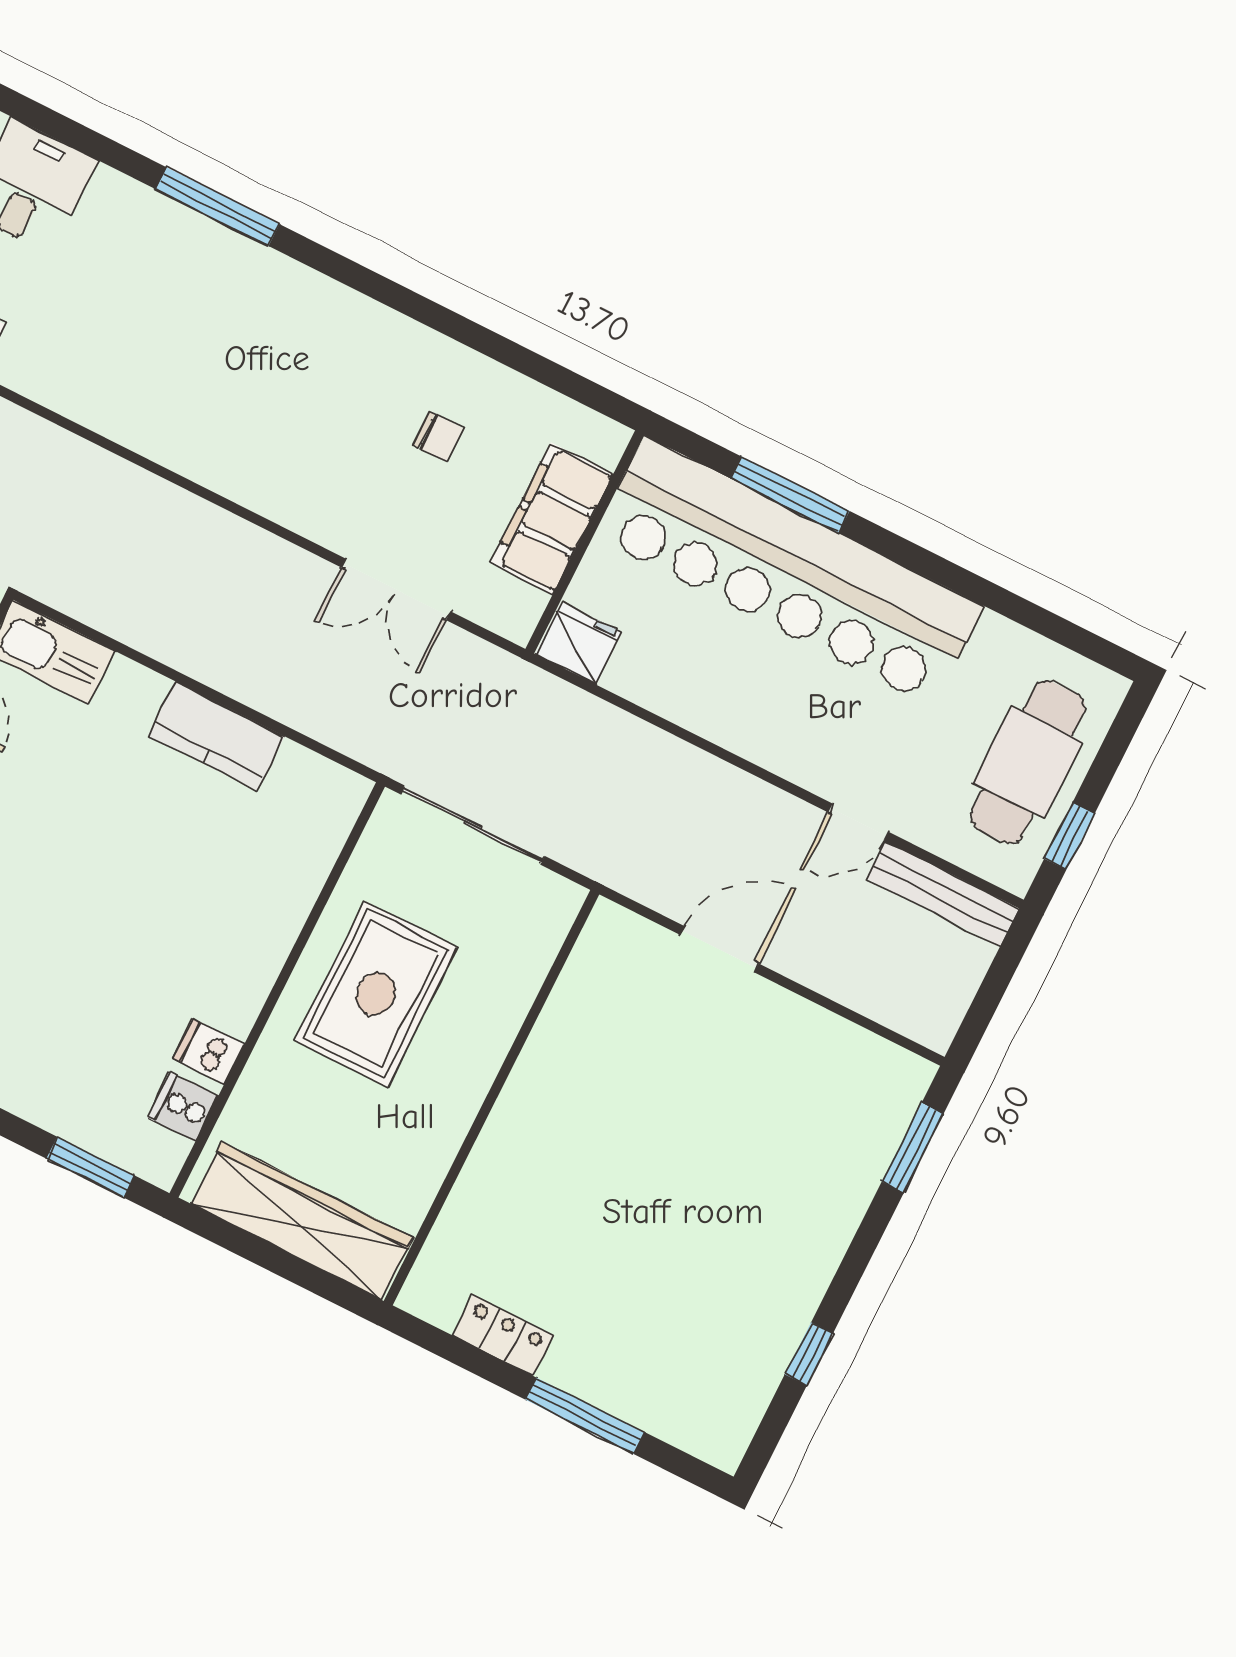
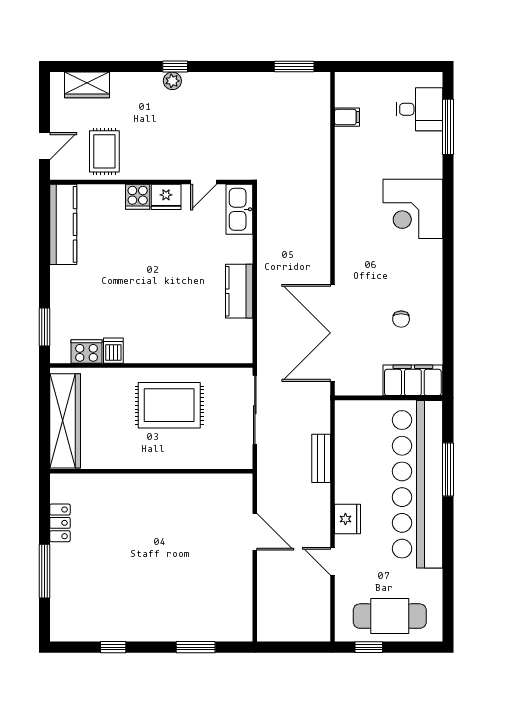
window: (218, 207) -> (448, 127), moved
corner desk: (227, 300) -> (413, 209), added
filing cabinet: (552, 518) -> (413, 380), moved
double door: (396, 589) -> (333, 333), width x1.87
fridge: (579, 643) -> (348, 519), moved
bench: (943, 893) -> (321, 458), moved, width x0.73
cooker: (183, 1107) -> (87, 351), width x1.36
window: (913, 1148) -> (196, 647), moved

